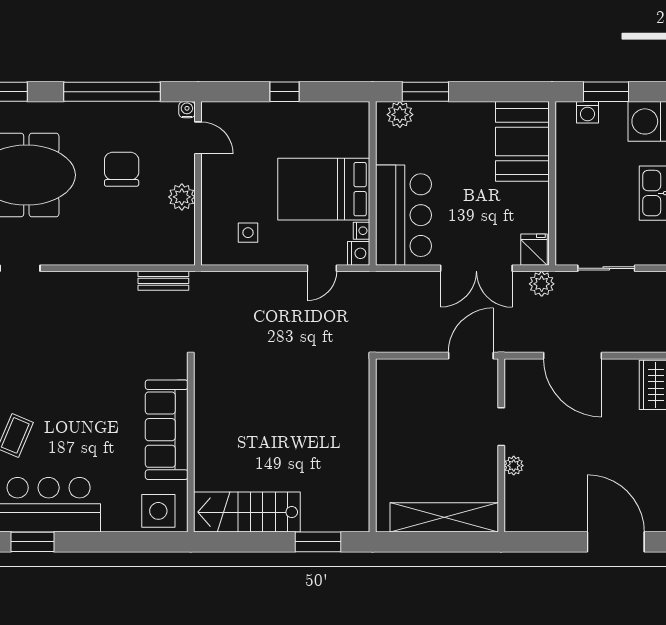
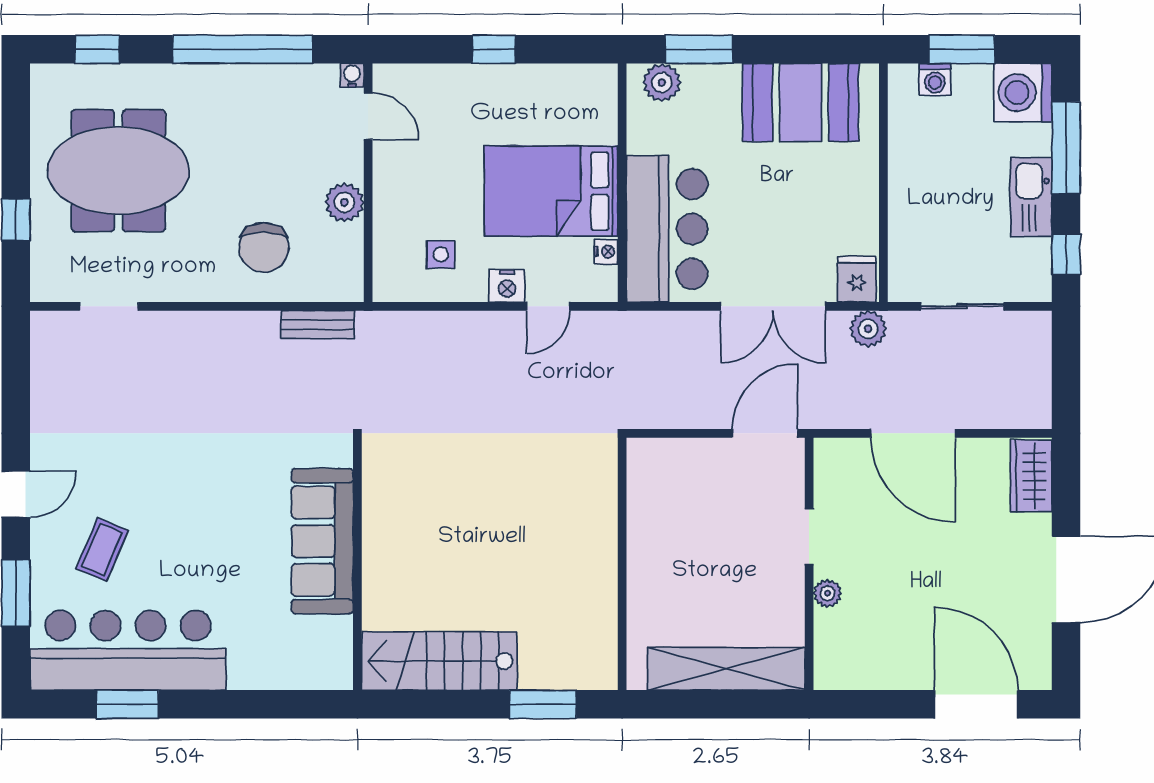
booth: (522, 141) -> (801, 103), moved, turned 90
chair: (122, 169) -> (264, 247), moved, turned 180
nightstand: (359, 253) -> (507, 286), moved, turned 90
side table: (158, 511) -> (310, 659), removed

